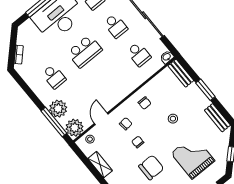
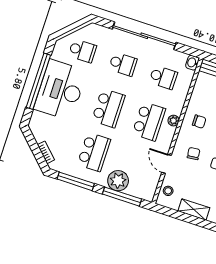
school desk: (54, 77) -> (94, 152), width x1.85
school desk: (108, 80) -> (149, 121), added
window: (27, 90) -> (76, 181), added
plant: (75, 128) -> (173, 121), moved, width x0.53, depth x0.53

